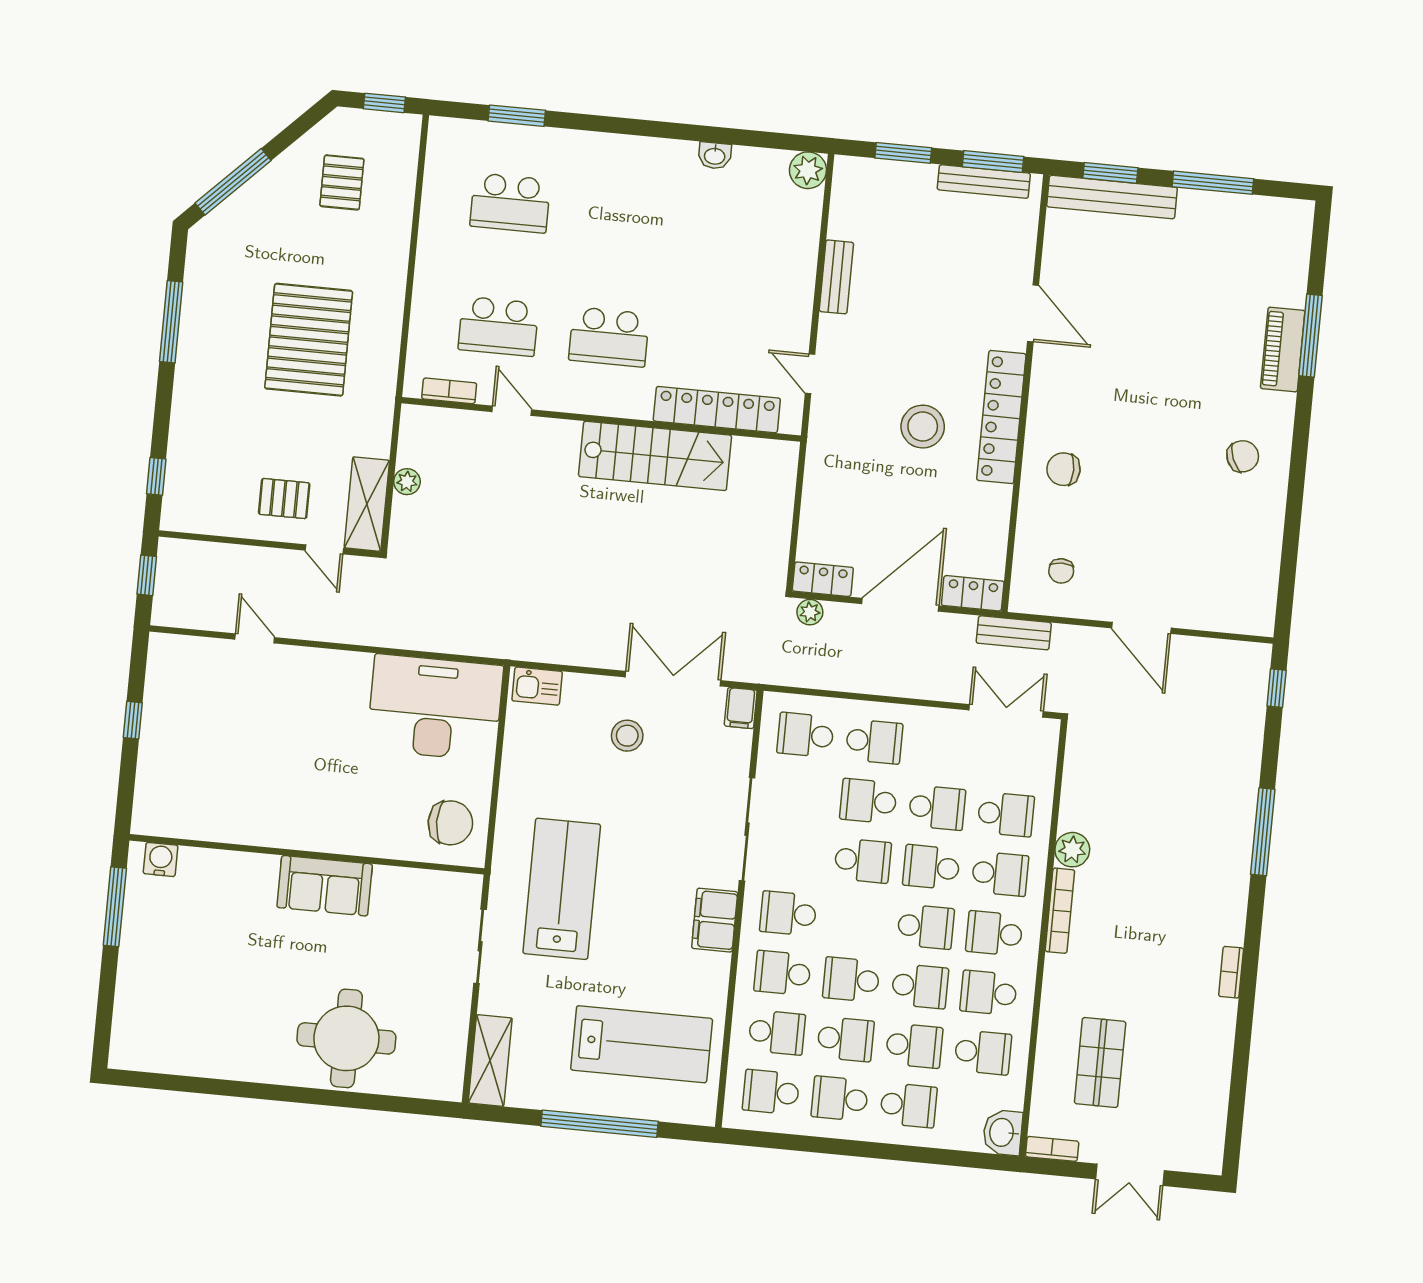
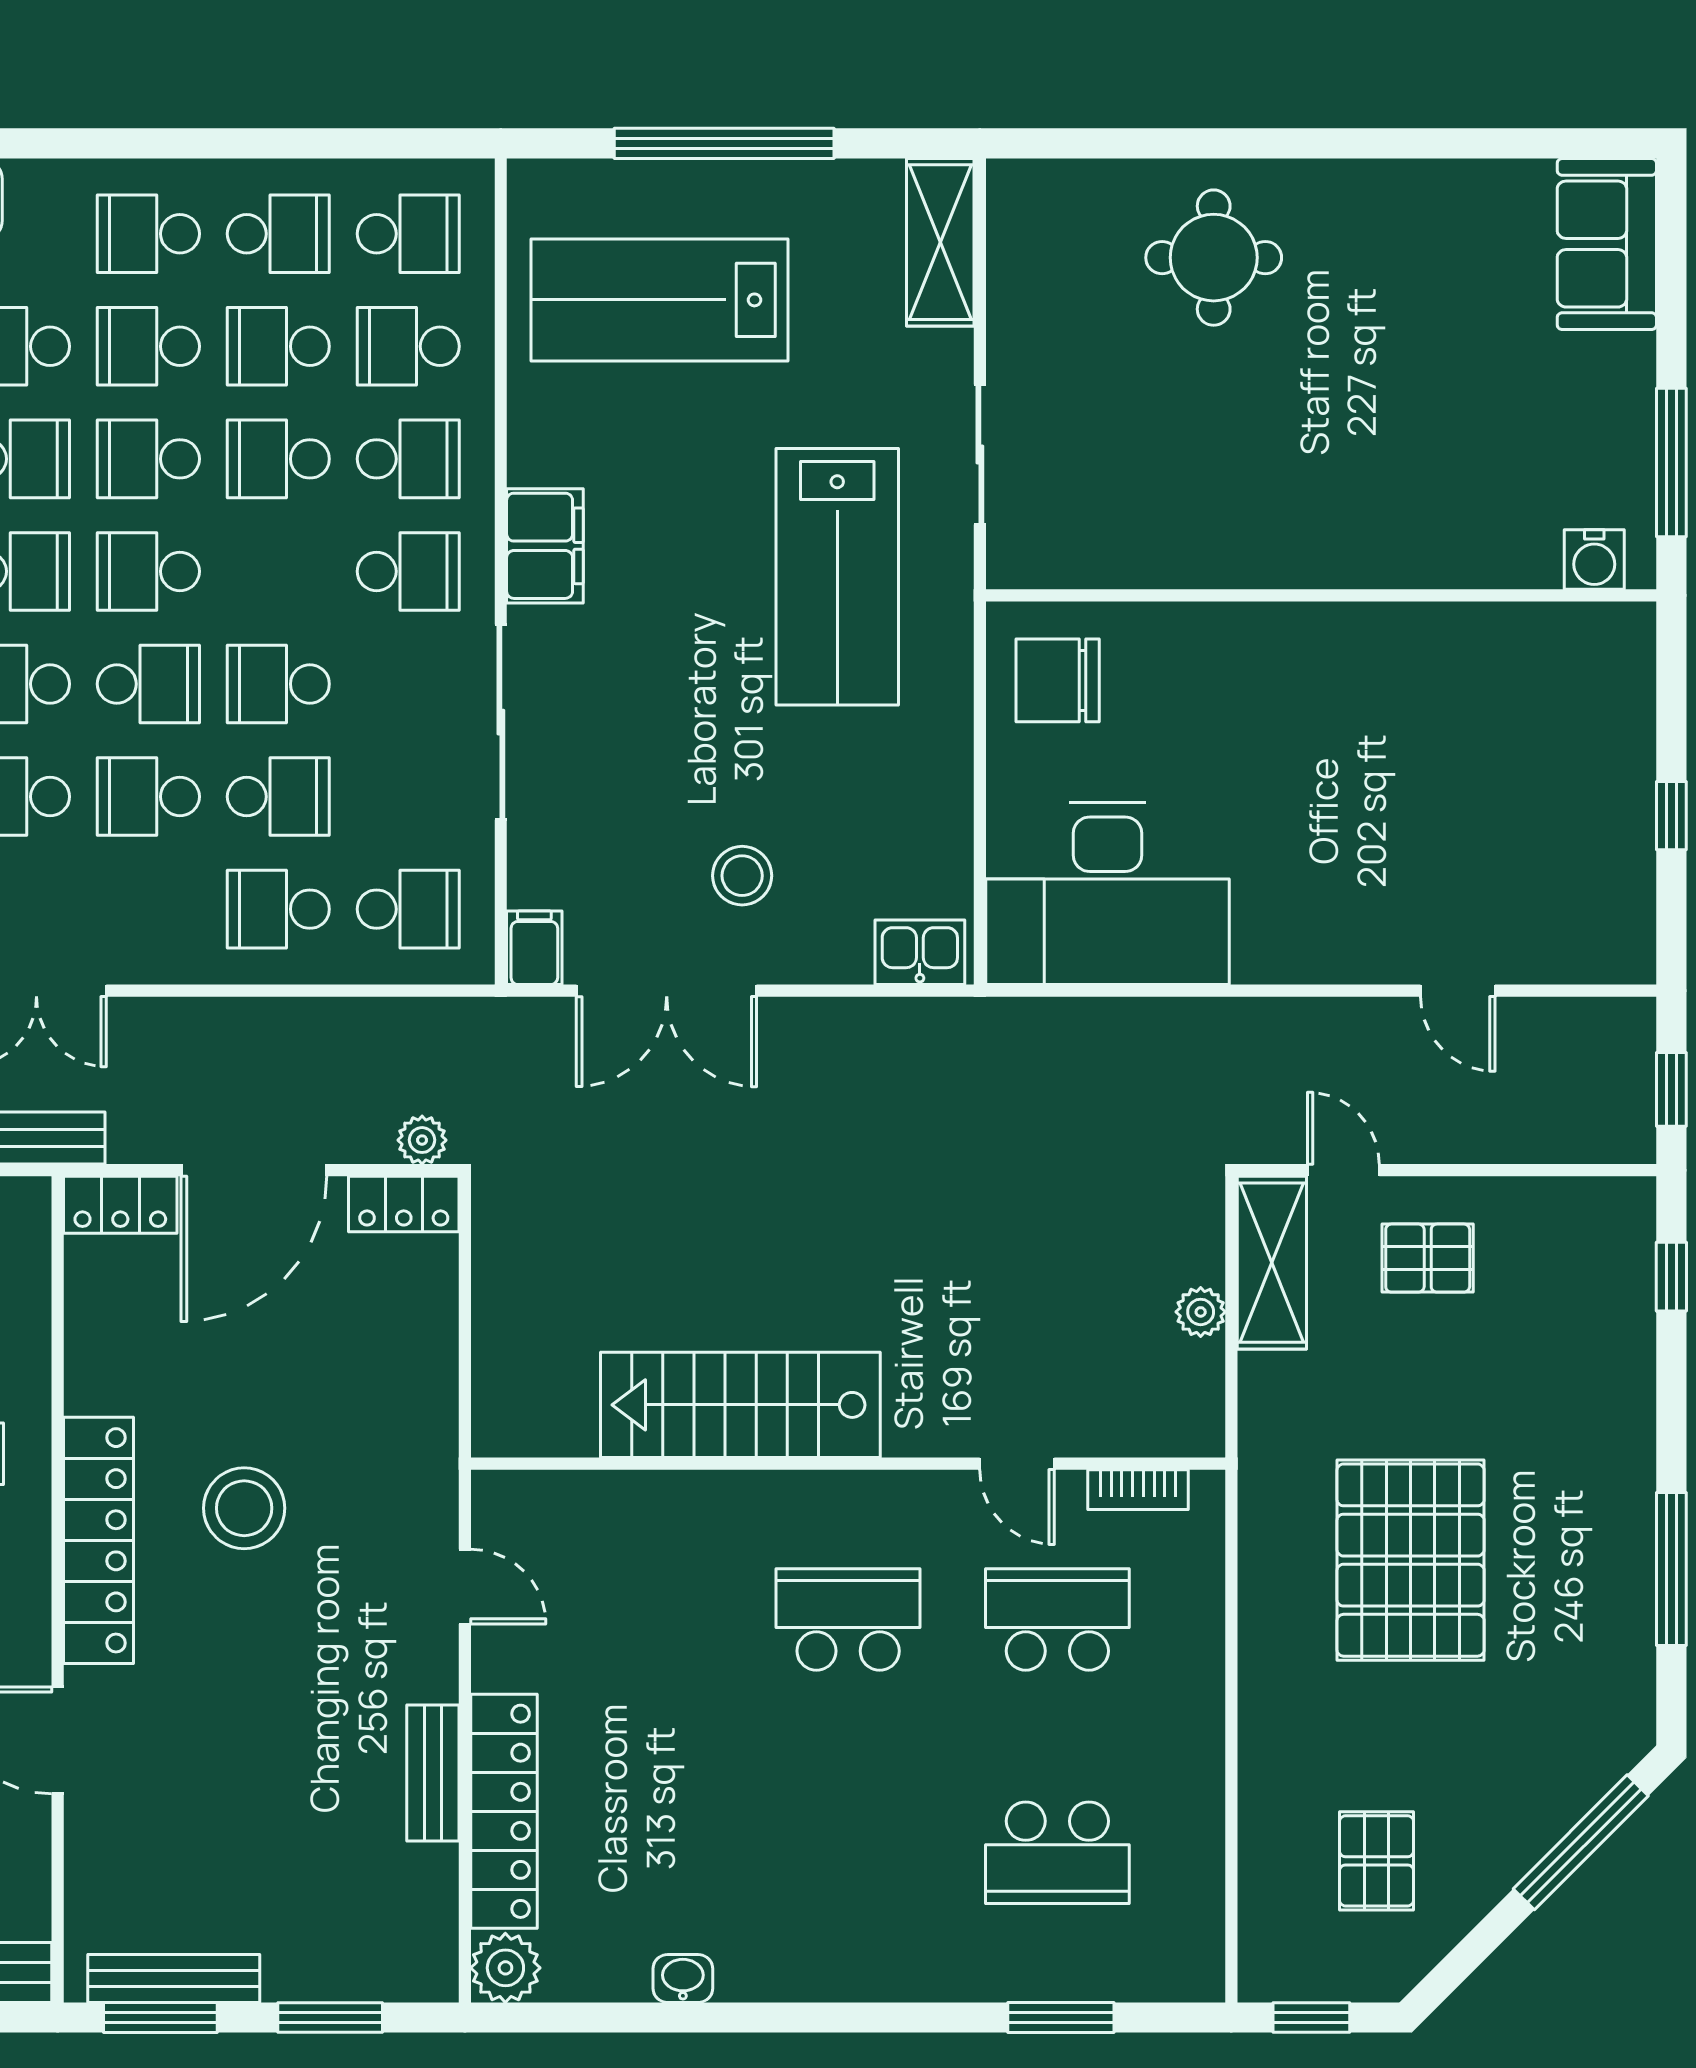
school desk: (510, 203) -> (1057, 1853), turned 180
locker: (717, 410) -> (504, 1811), moved, turned -90
sofa: (325, 886) -> (1607, 244), moved, turned -90
school desk: (851, 980) -> (278, 459), turned 180
round table: (346, 1038) -> (1214, 258), width x0.73, depth x0.73

